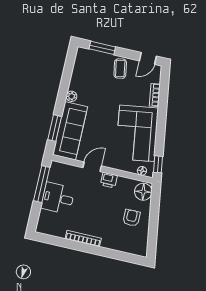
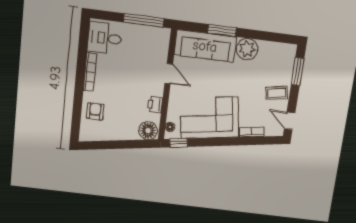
plant: (71, 96) -> (247, 49), width x1.87, depth x1.87
window: (55, 128) -> (222, 30), moved
printer: (109, 180) -> (155, 105), moved
desk: (58, 198) -> (105, 38), moved, turned -90
armchair: (131, 218) -> (95, 111), moved, turned -90

